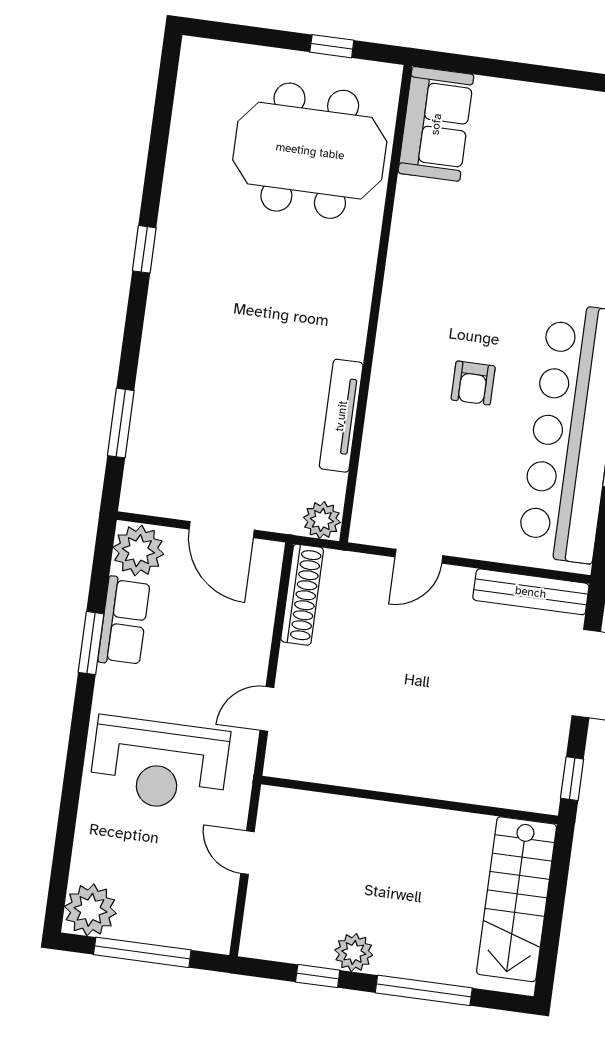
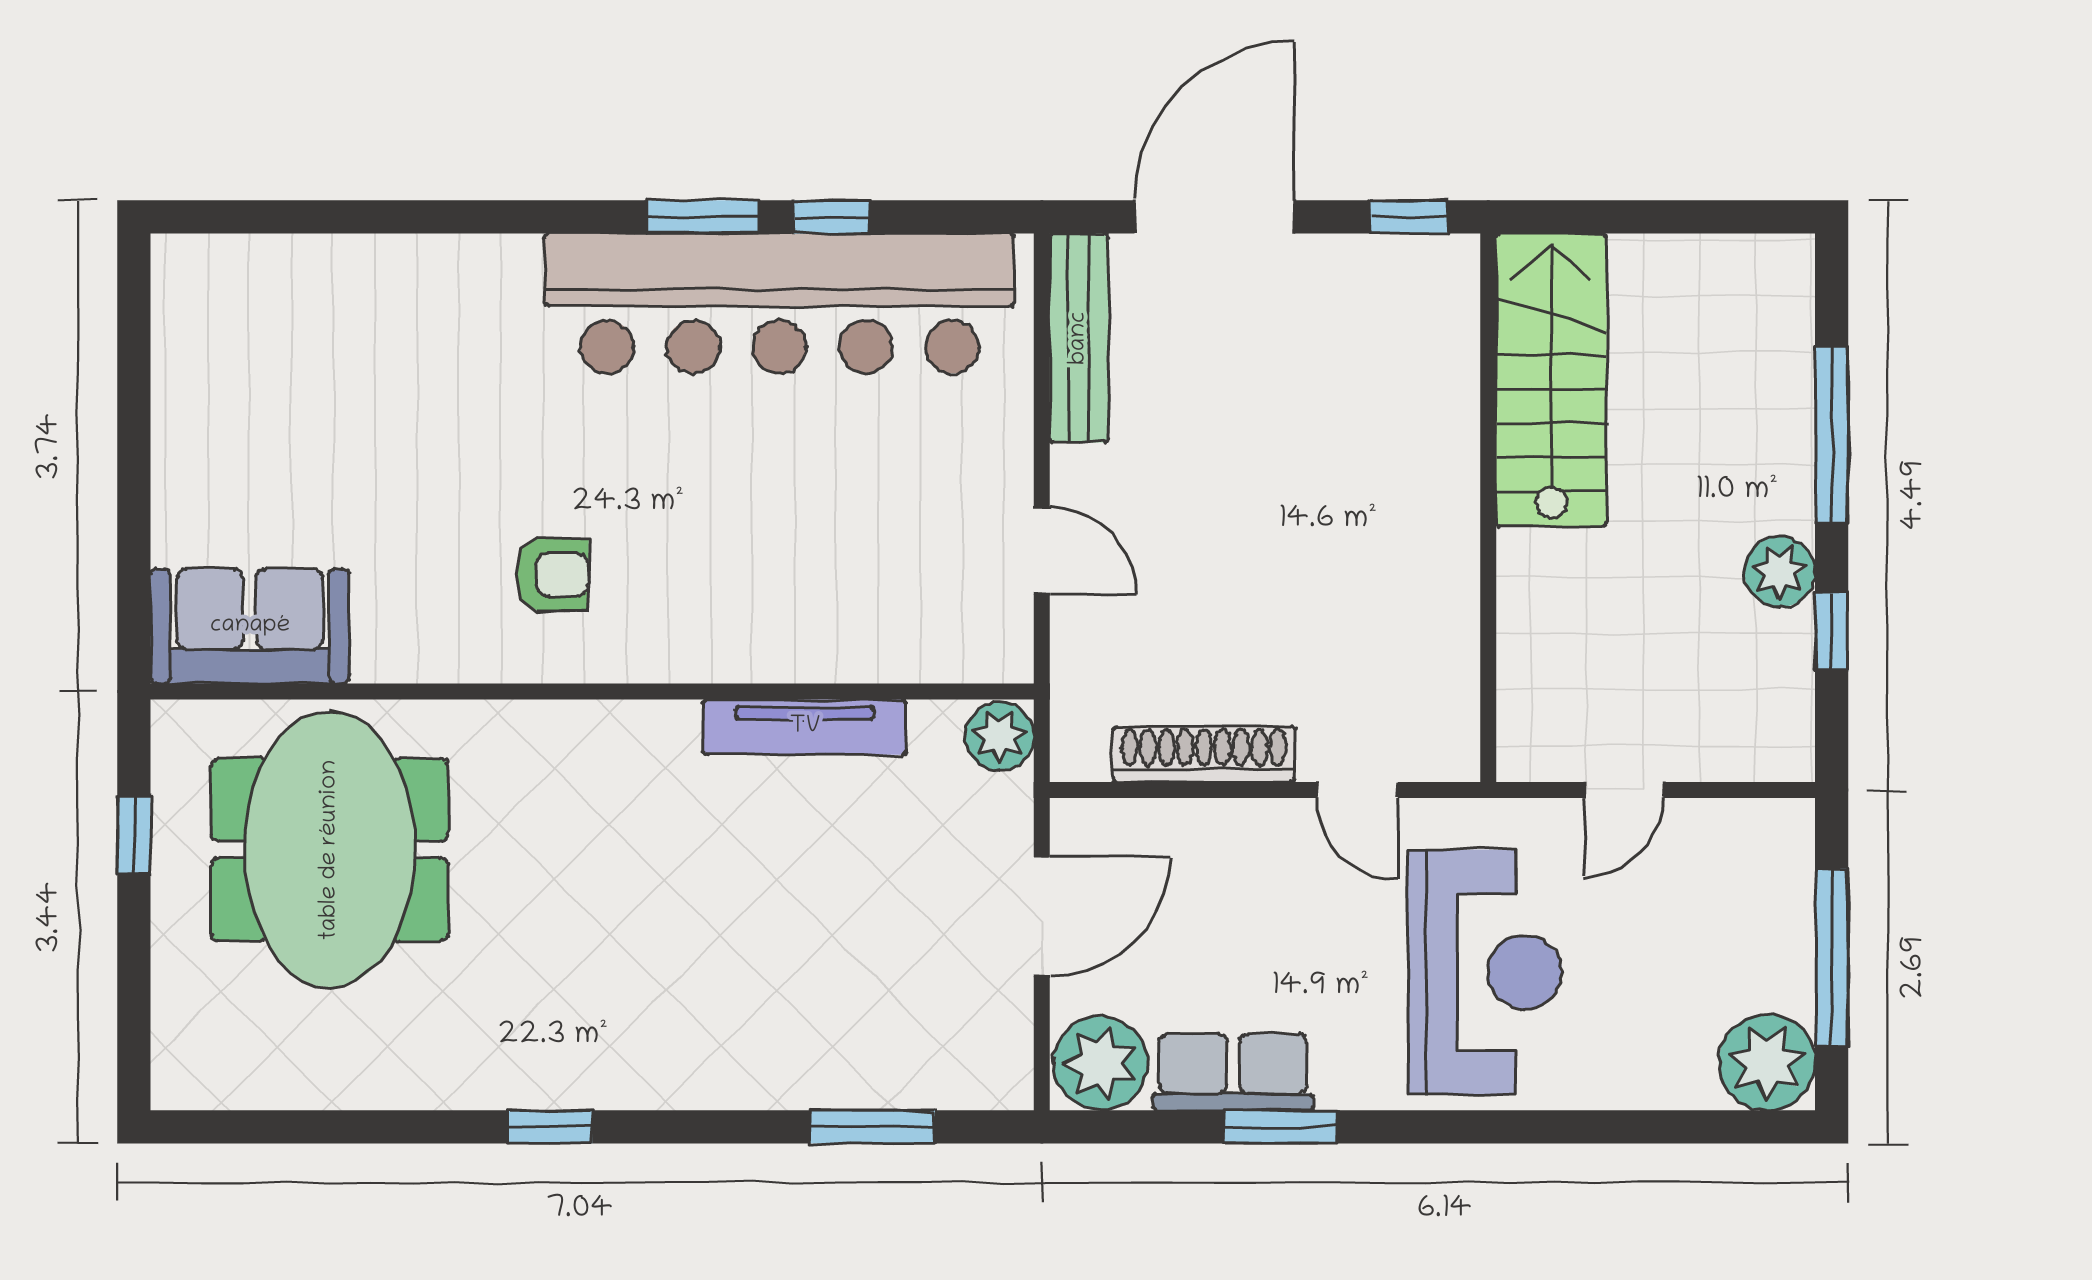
armchair: (473, 383) -> (552, 575), moved
shoe rack: (302, 595) -> (1204, 754), moved
stairs: (516, 899) -> (1551, 380), moved, turned -90

